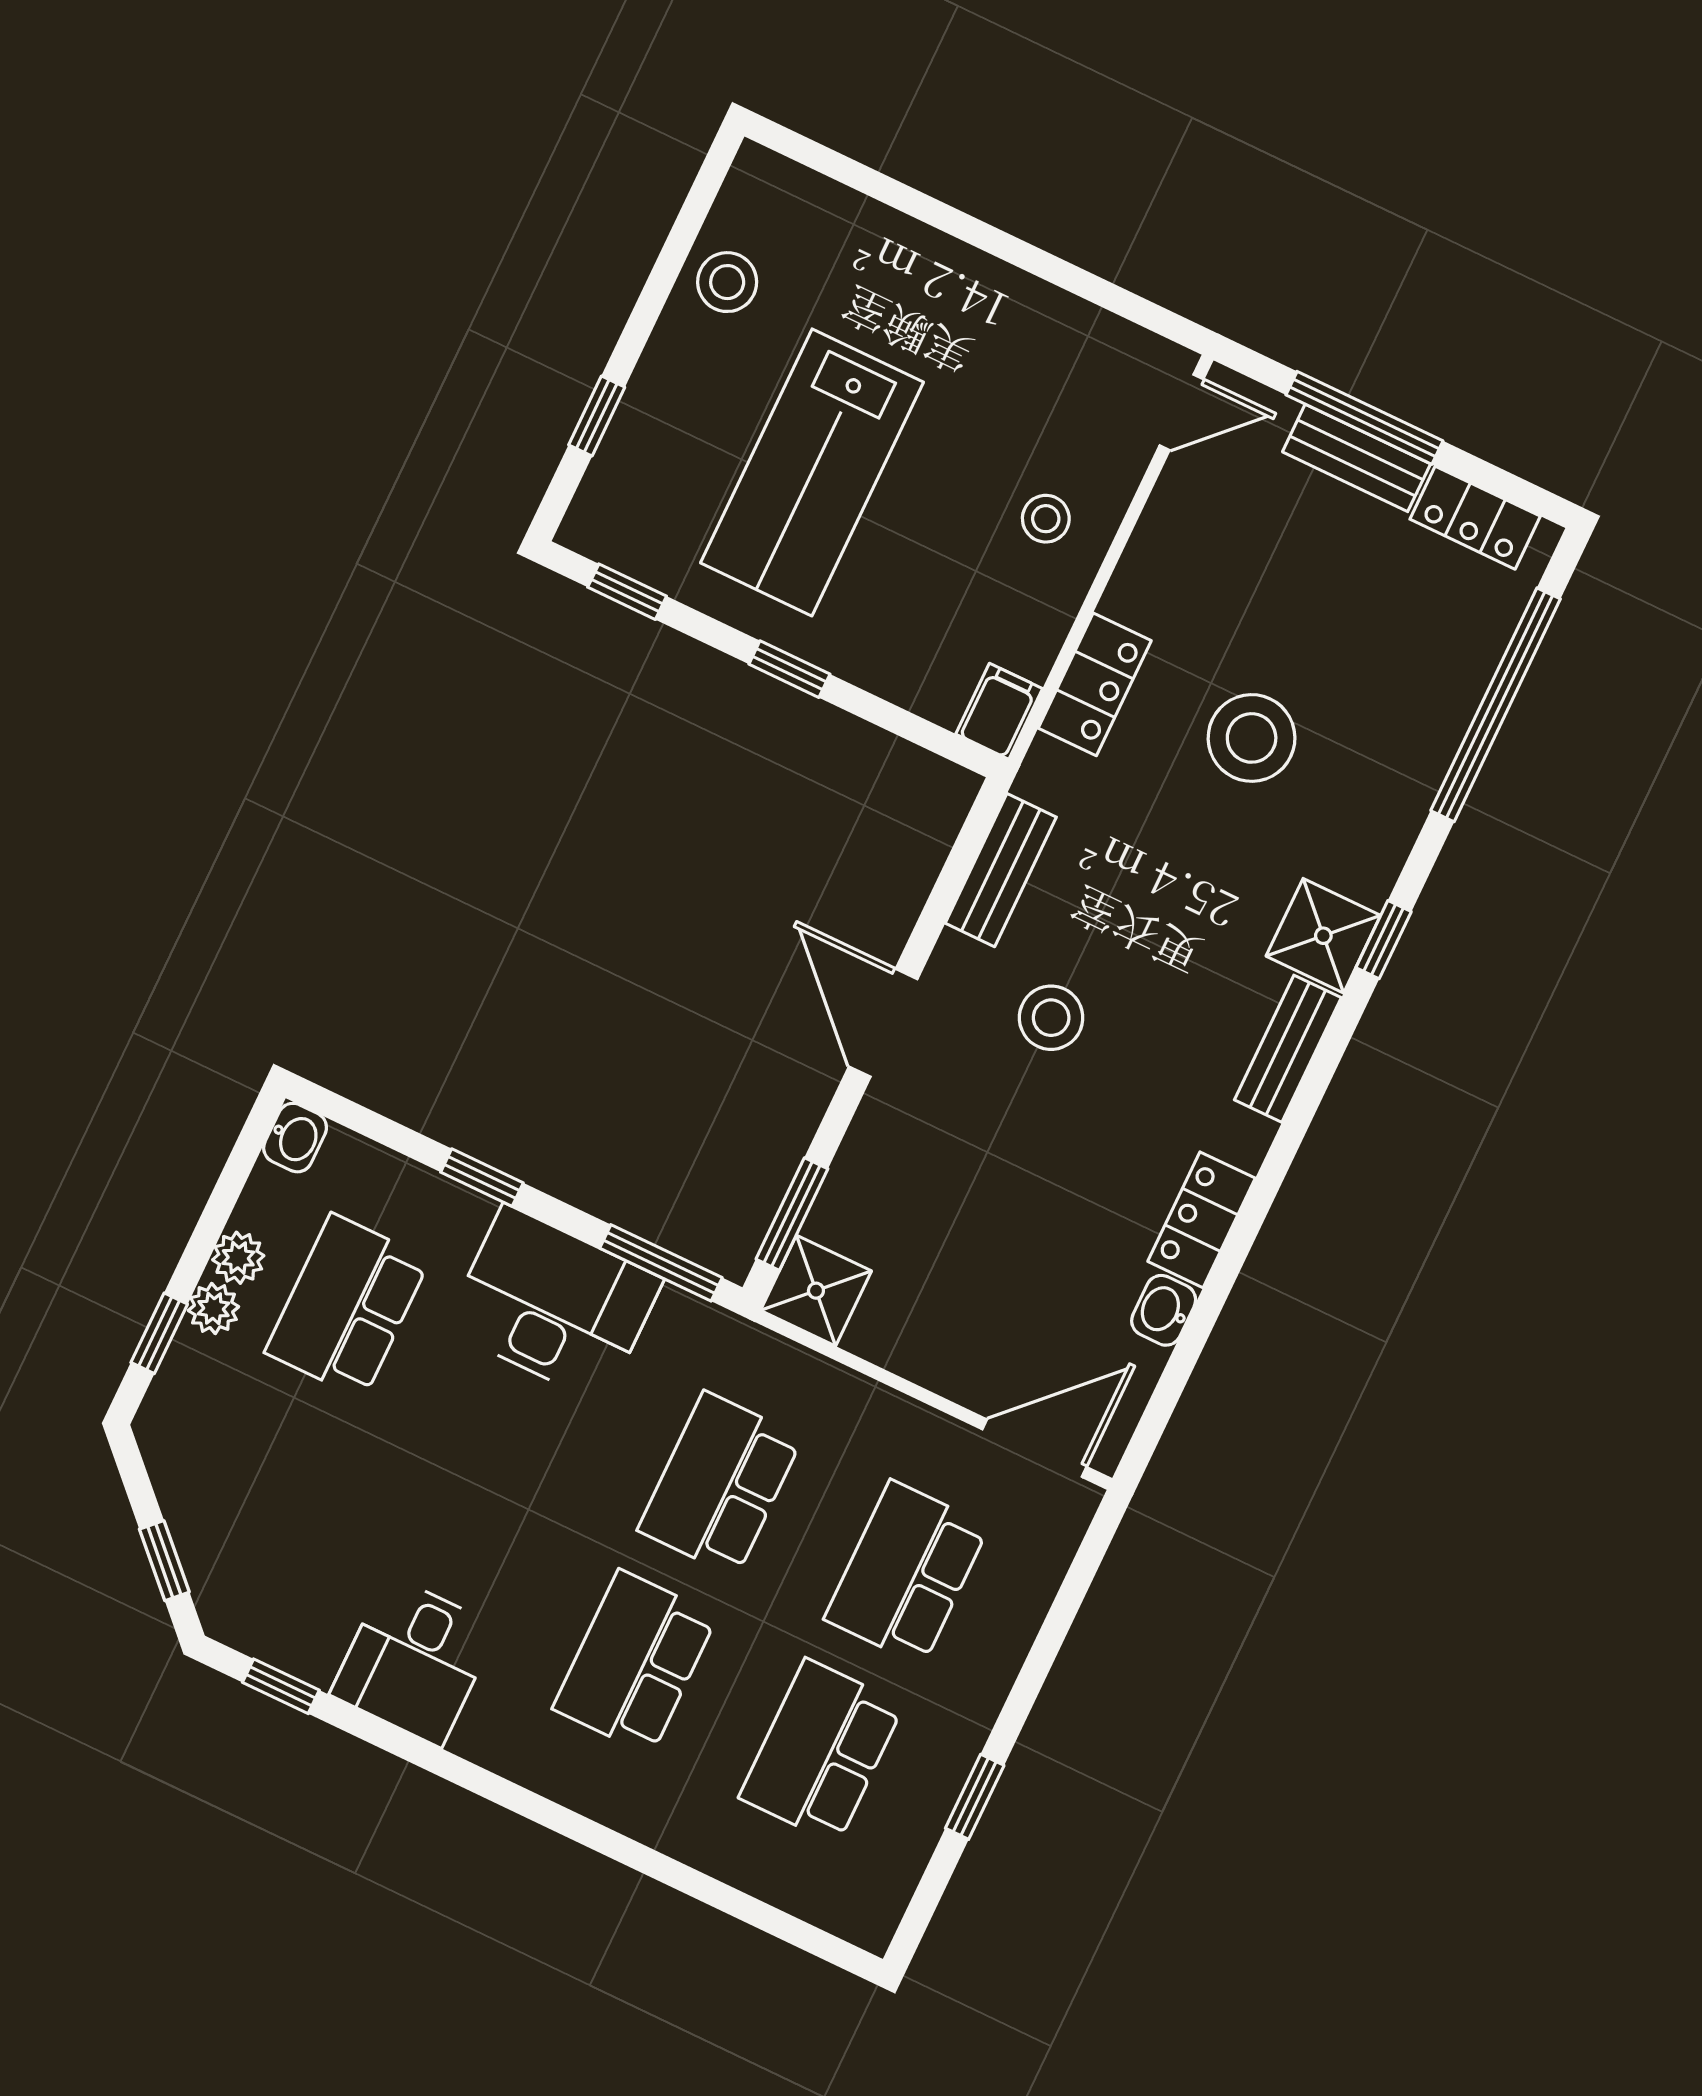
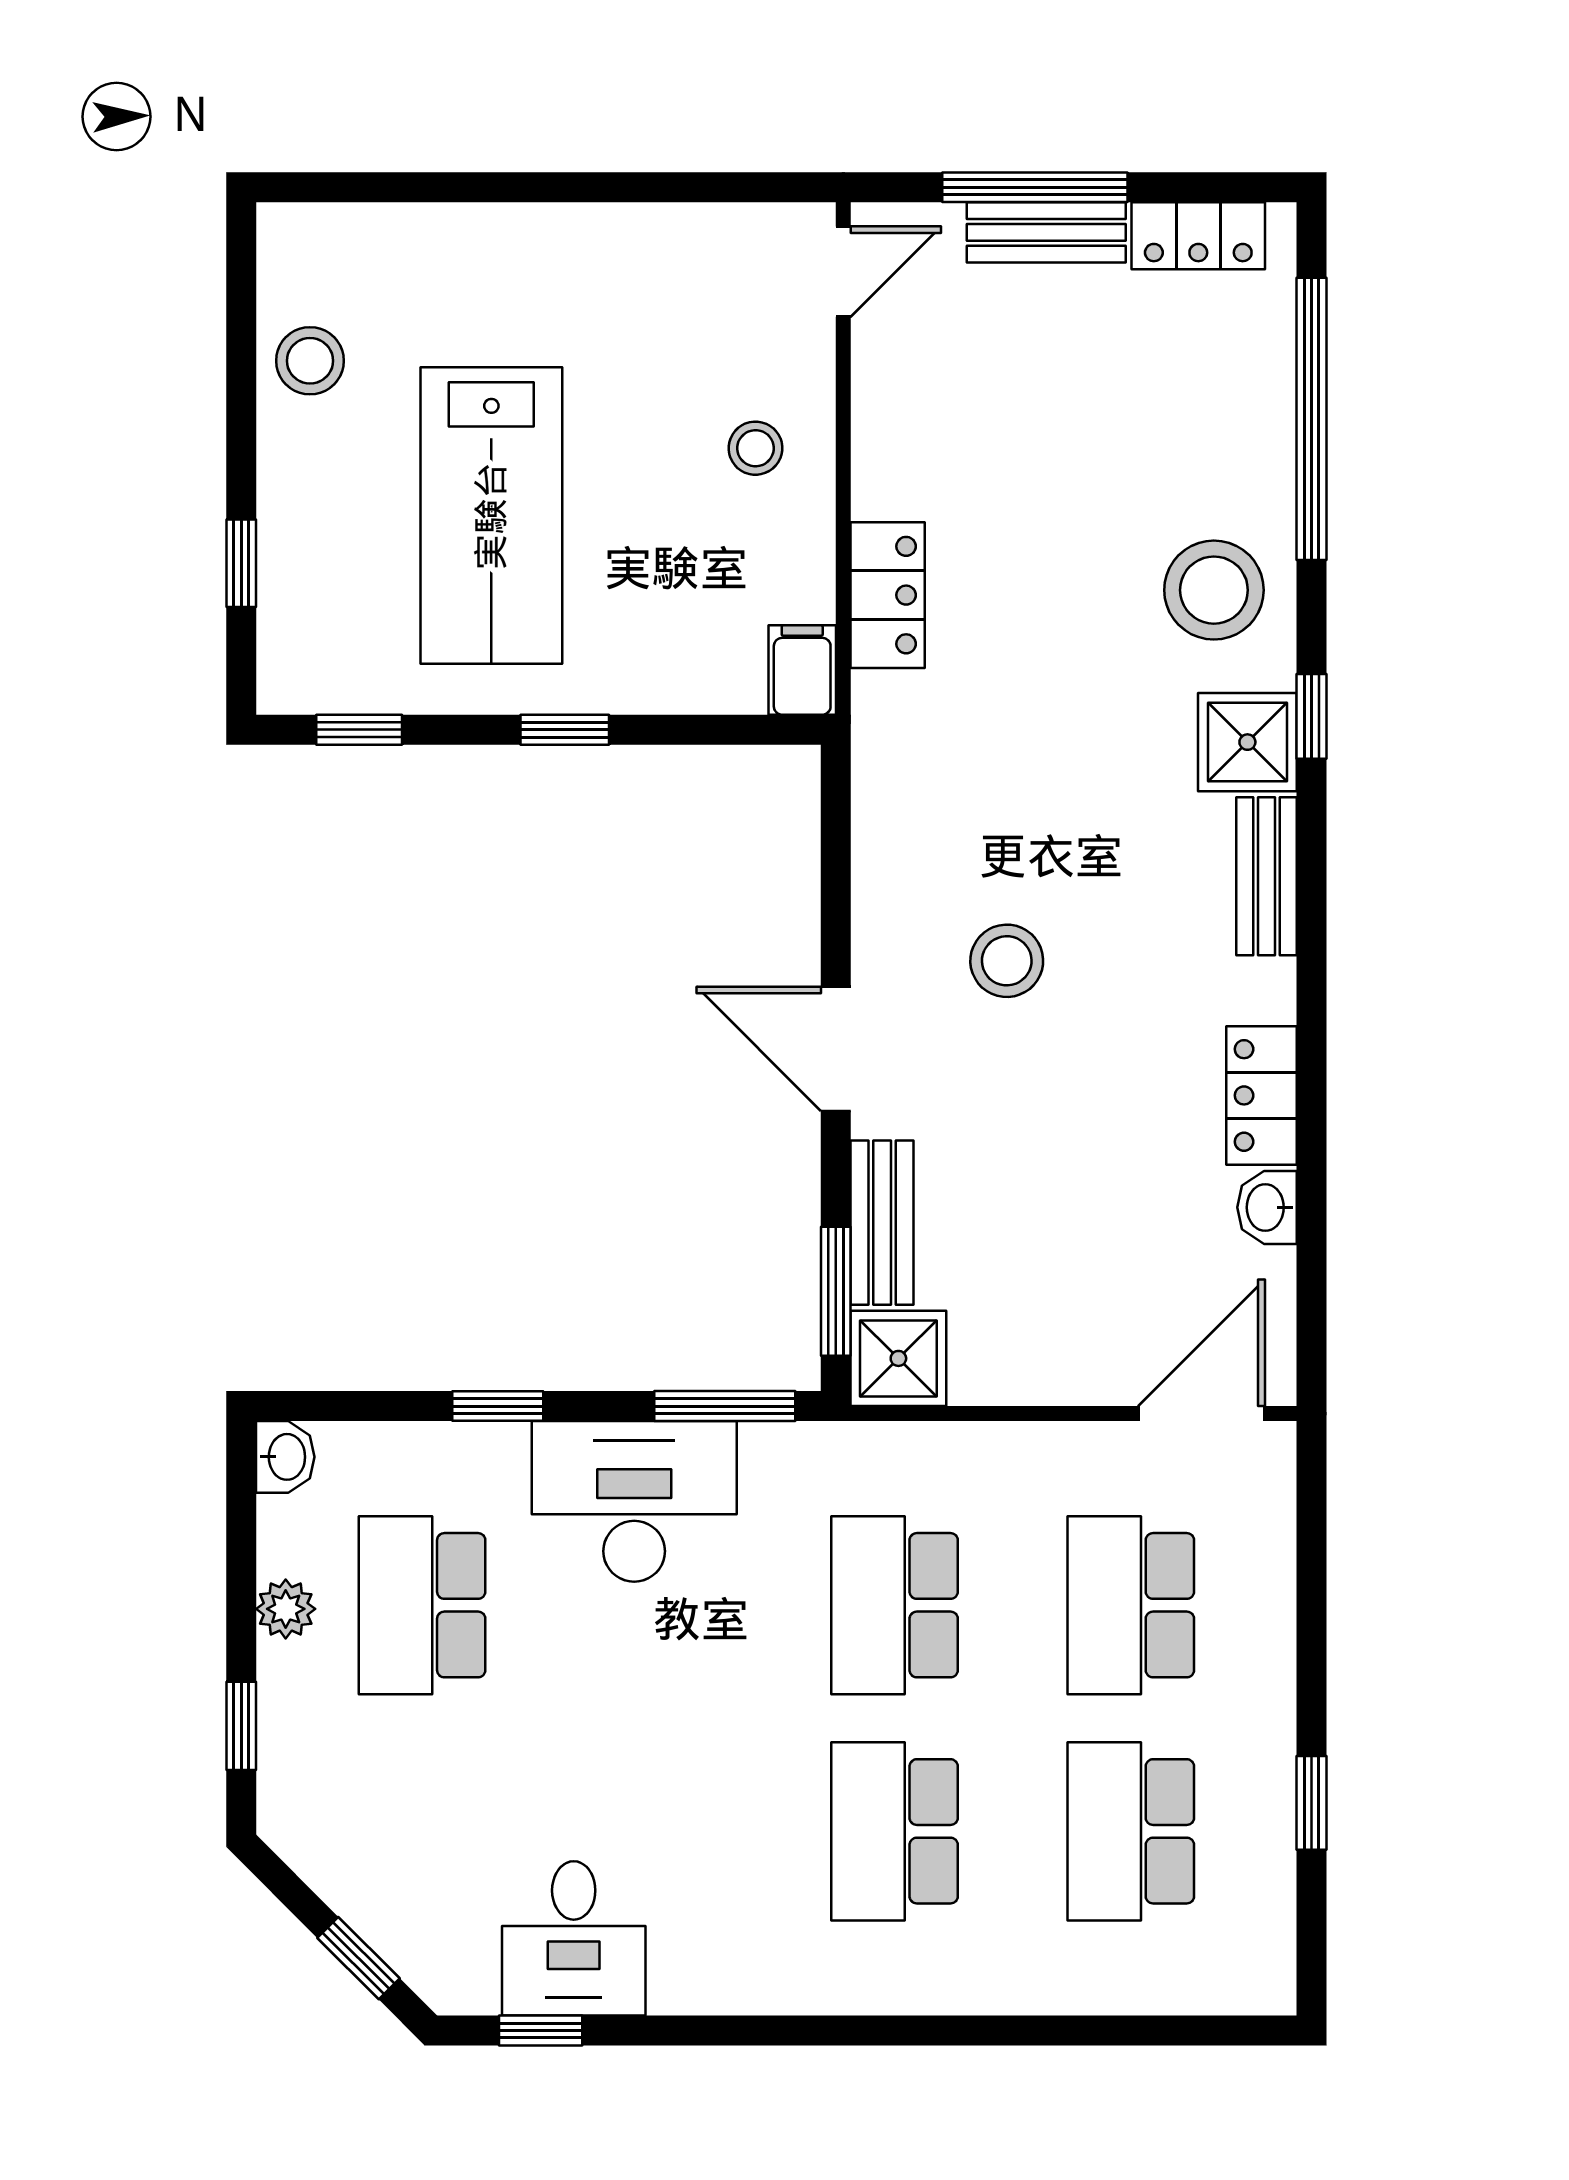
stool: (1252, 738) -> (1214, 590), moved
bench: (1001, 870) -> (882, 1223), moved
plant: (214, 1309) -> (285, 1674), removed
desk: (414, 1661) -> (574, 1938), moved

